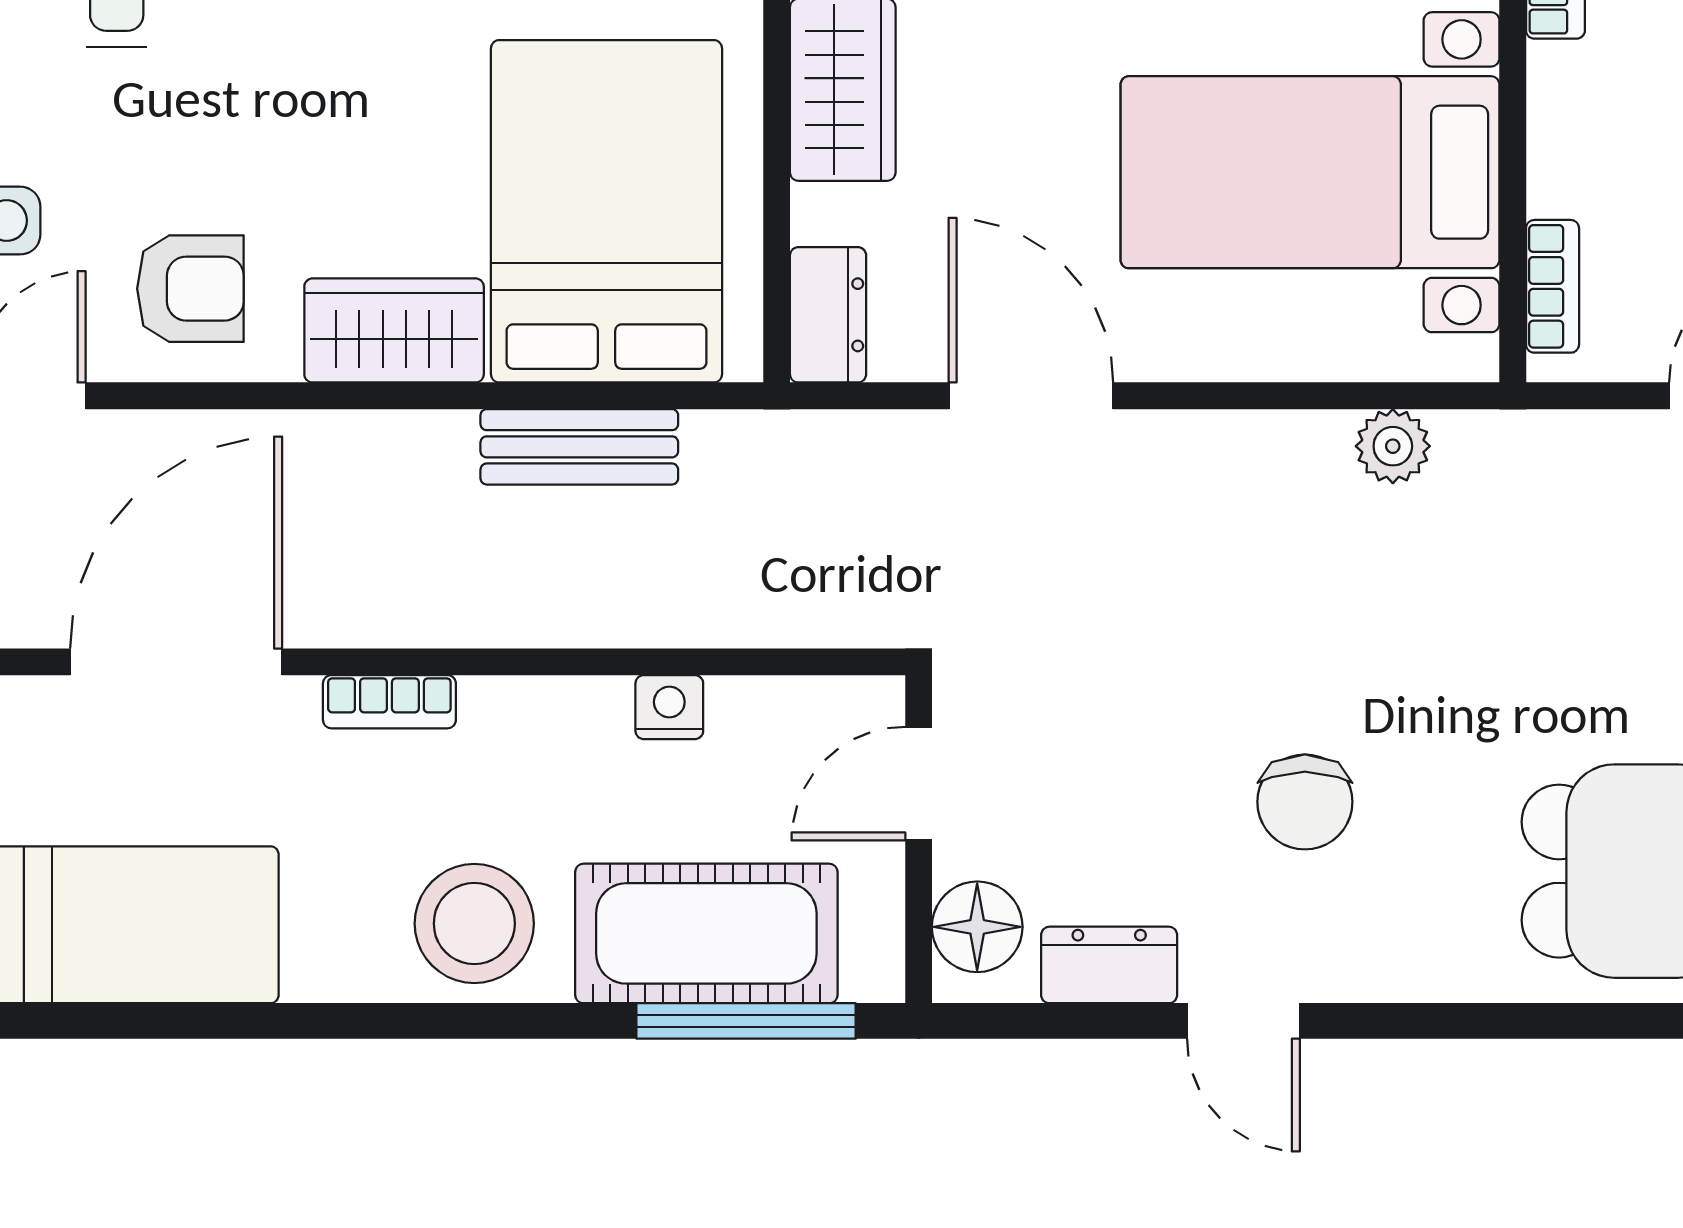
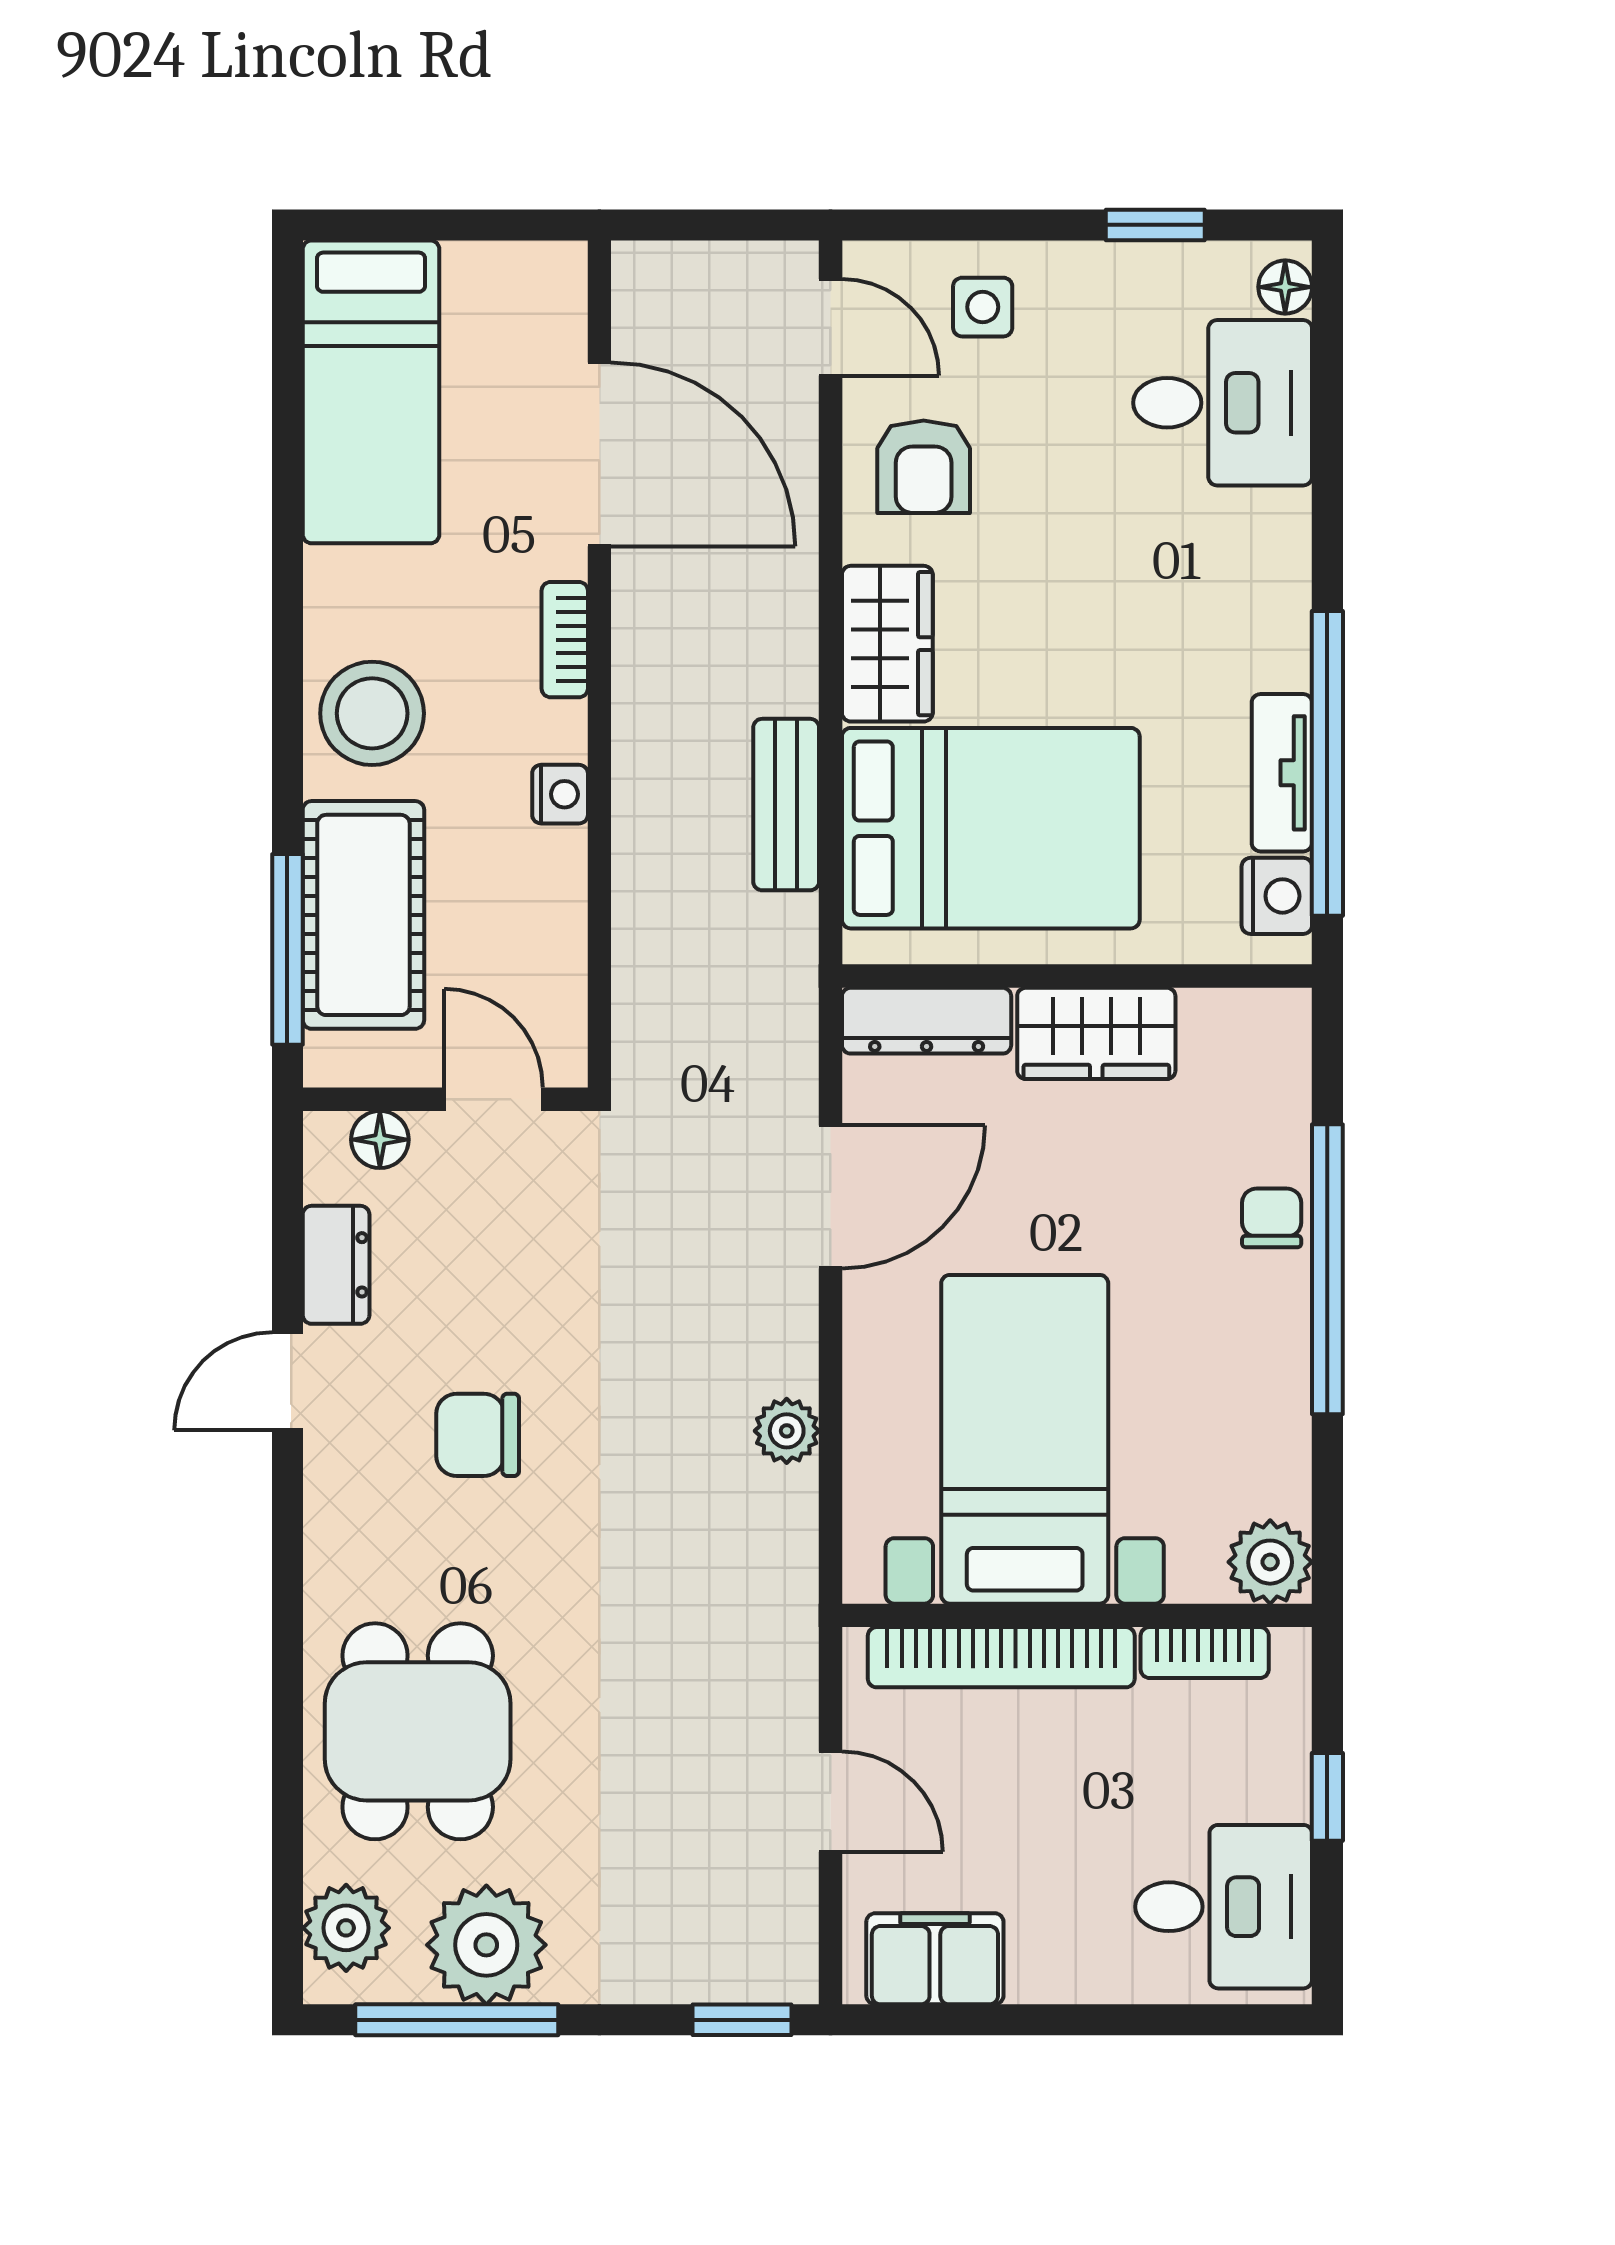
bookcase: (1553, 286) -> (1001, 1657), width x2.31, depth x1.31
dresser: (828, 315) -> (927, 1021), width x1.44
plant: (1393, 446) -> (787, 1431), moved
nightstand: (669, 707) -> (560, 794), moved
floor lamp: (977, 927) -> (380, 1140), width x0.73, depth x0.73

